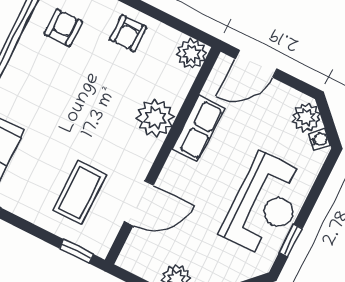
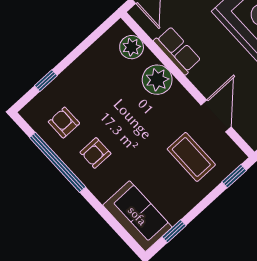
armchair: (128, 33) -> (95, 153), moved, turned 90
plant: (192, 54) -> (132, 47), moved

